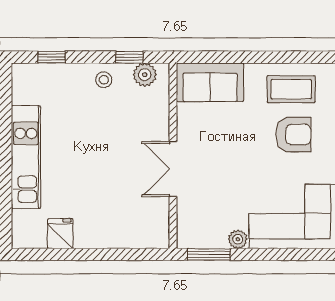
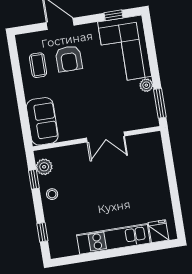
coffee table: (291, 89) -> (38, 65), width x0.73, depth x0.77
armchair: (293, 135) -> (69, 59), turned 180
fridge: (60, 234) -> (158, 231), moved, turned 90

